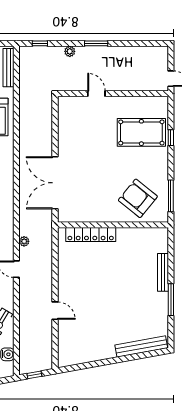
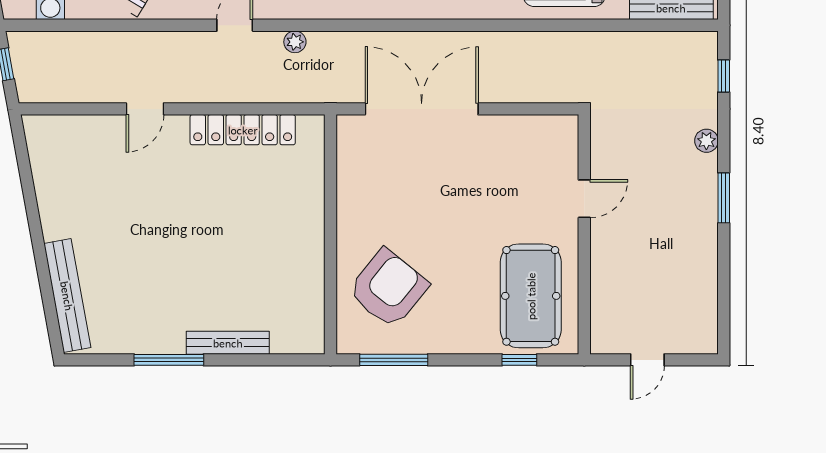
door: (96, 94) -> (584, 199), moved
wall: (113, 94) -> (584, 234), moved
locker: (91, 235) -> (243, 130), moved, turned -90

